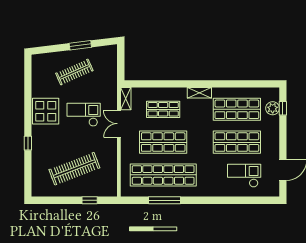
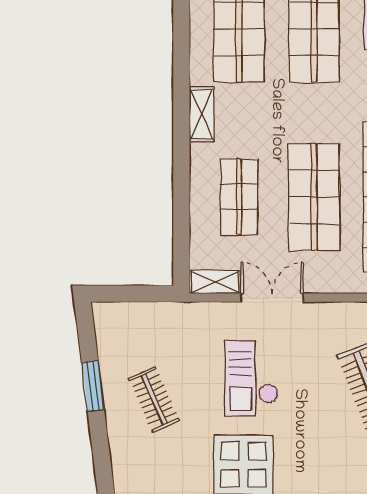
clothes rail: (74, 72) -> (154, 400), width x0.73
double door: (119, 124) -> (272, 298), swing flipped

